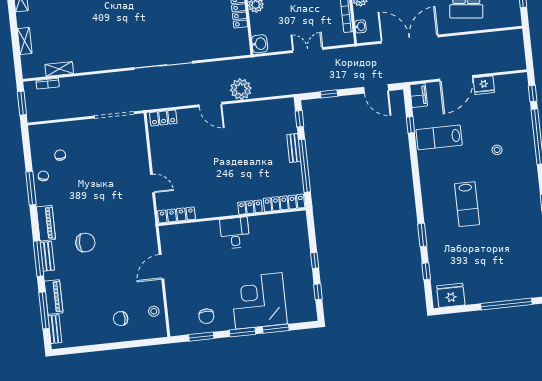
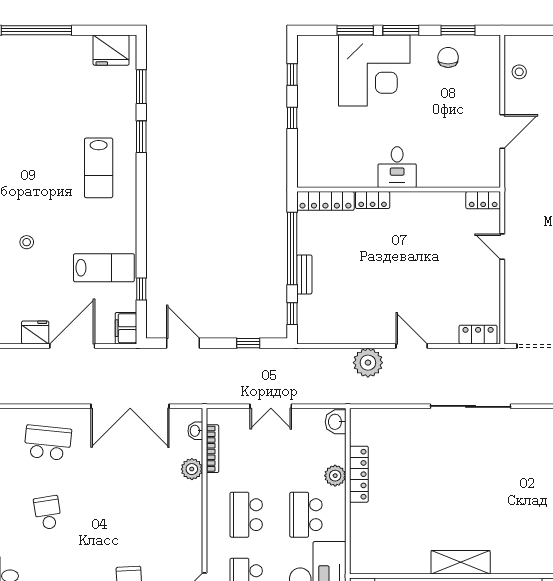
lab bench: (467, 204) -> (99, 168), moved, turned 180
locker: (177, 215) -> (483, 200), width x0.66
window: (426, 271) -> (141, 87), width x1.50

